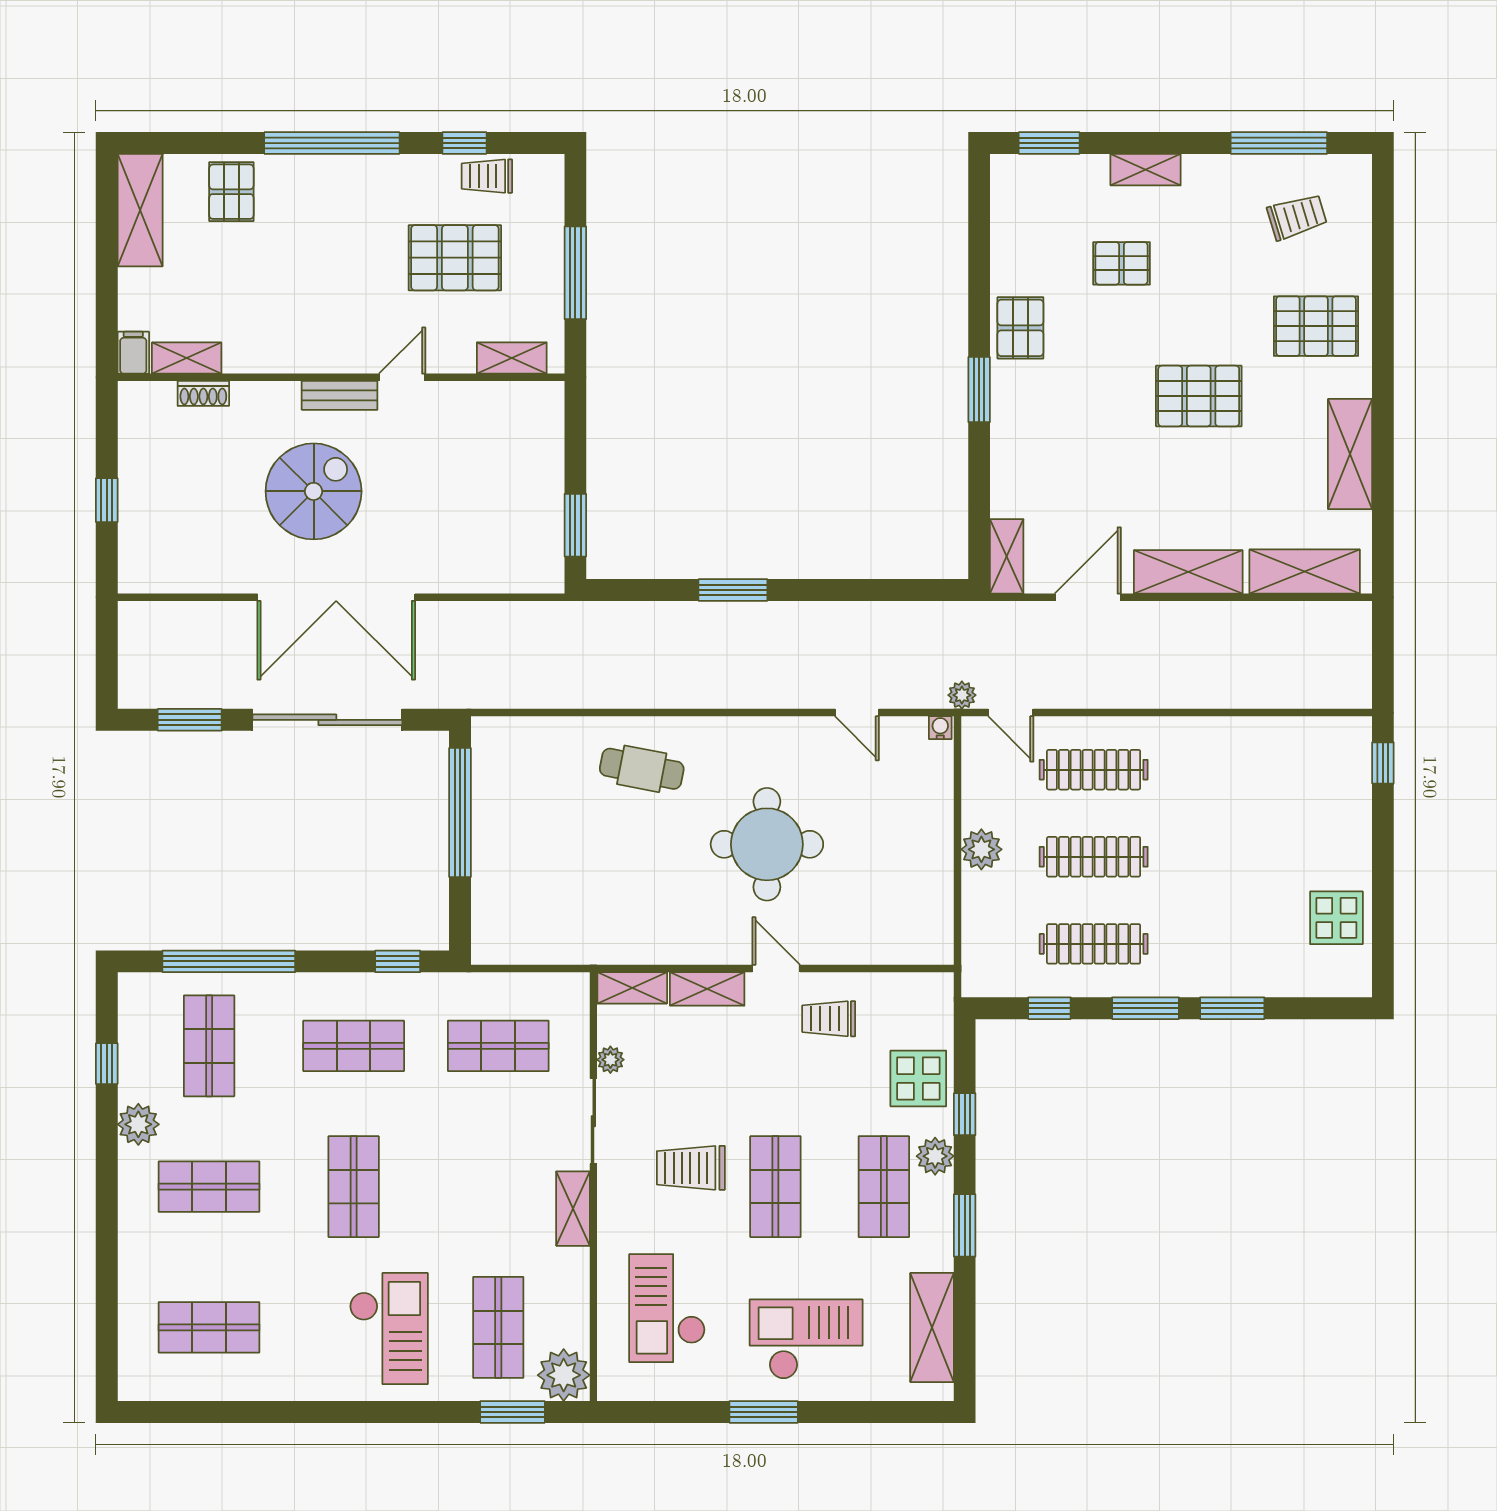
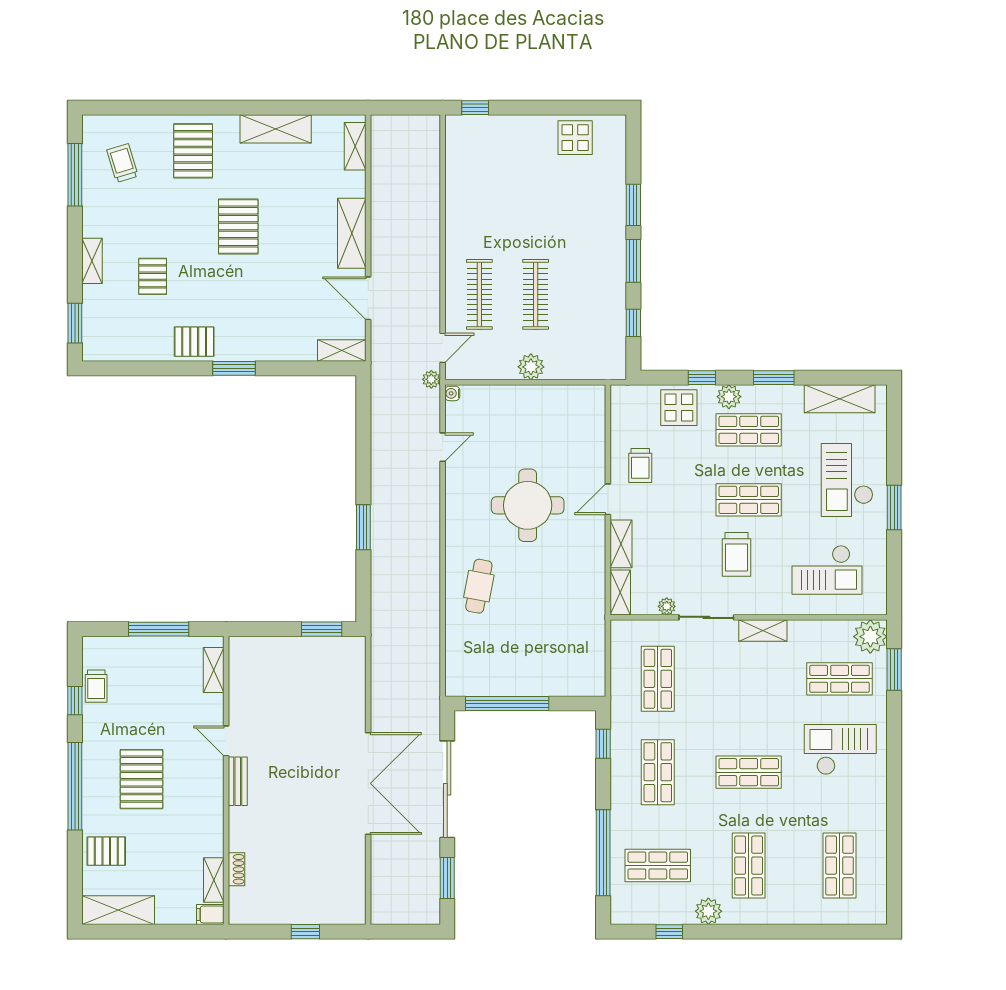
pallet: (455, 258) -> (141, 779), moved
spiral stairs: (314, 491) -> (300, 798), removed
shelving: (1305, 572) -> (355, 146), width x0.67, depth x0.75
clothes rail: (1094, 944) -> (592, 294), removed

